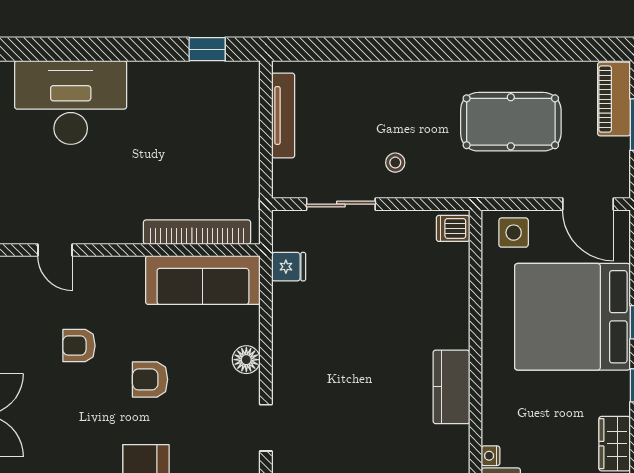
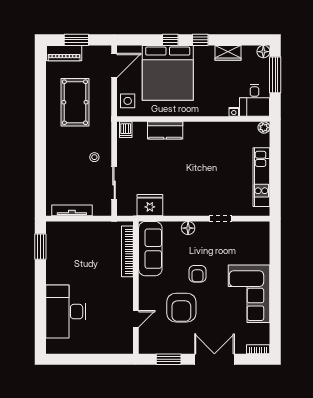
window: (207, 49) -> (40, 247), width x1.50
fridge: (289, 267) -> (150, 205), width x1.88, depth x1.34
armchair: (79, 346) -> (181, 308), width x1.88, depth x1.88
kitchen counter: (451, 387) -> (165, 130), moved

